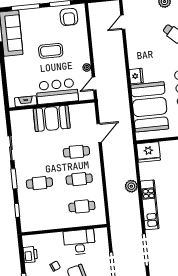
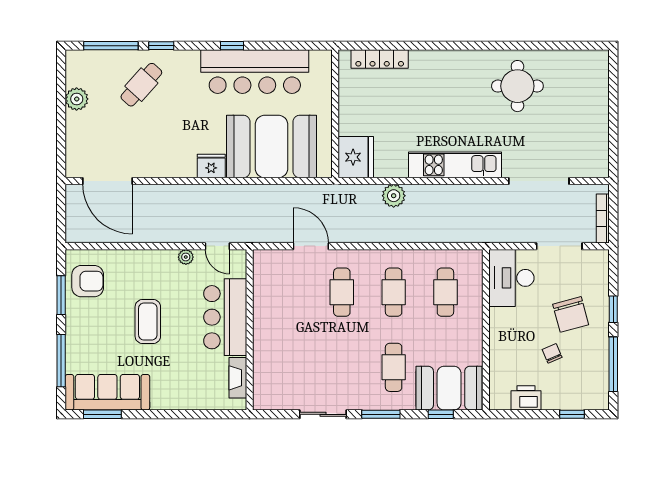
door: (123, 22) -> (108, 181), width x1.88
booth: (52, 118) -> (449, 388), moved, turned 90
plant: (131, 186) -> (394, 196), moved
desk: (79, 242) -> (511, 278), moved

